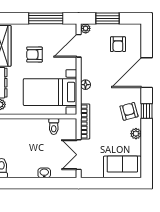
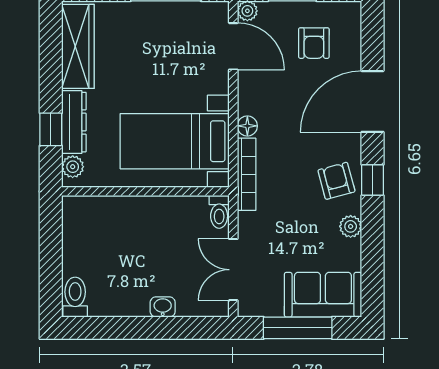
door: (79, 46) -> (233, 46), swing flipped
armchair: (34, 55) -> (143, 64), removed
bookcase: (85, 121) -> (247, 174), moved
toilet: (54, 127) -> (219, 212), moved
window: (110, 183) -> (298, 328), added

